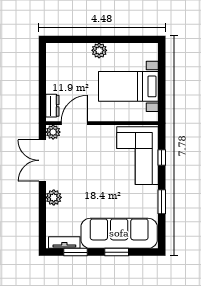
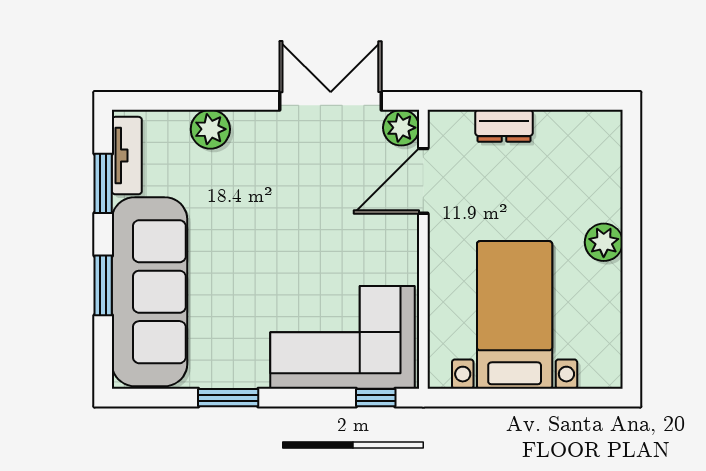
dresser: (52, 106) -> (504, 126), moved
door: (74, 123) -> (423, 181), swing flipped
window: (162, 158) -> (376, 398), moved
plant: (54, 197) -> (210, 129), moved

